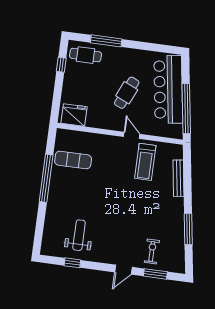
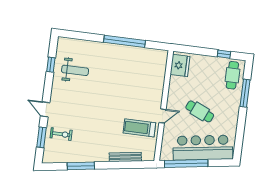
exercise mat: (73, 160) -> (141, 65), removed

